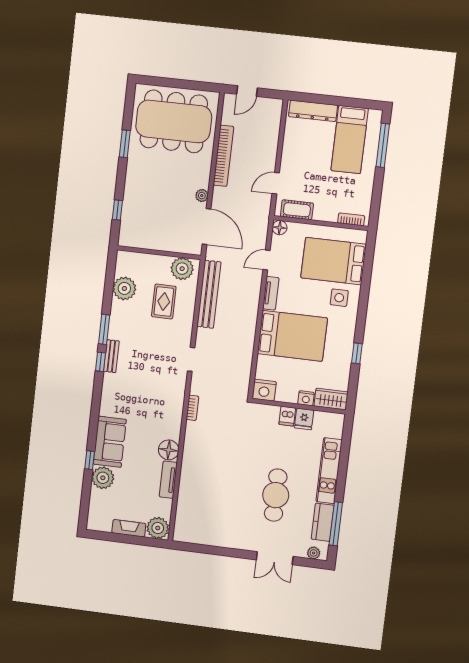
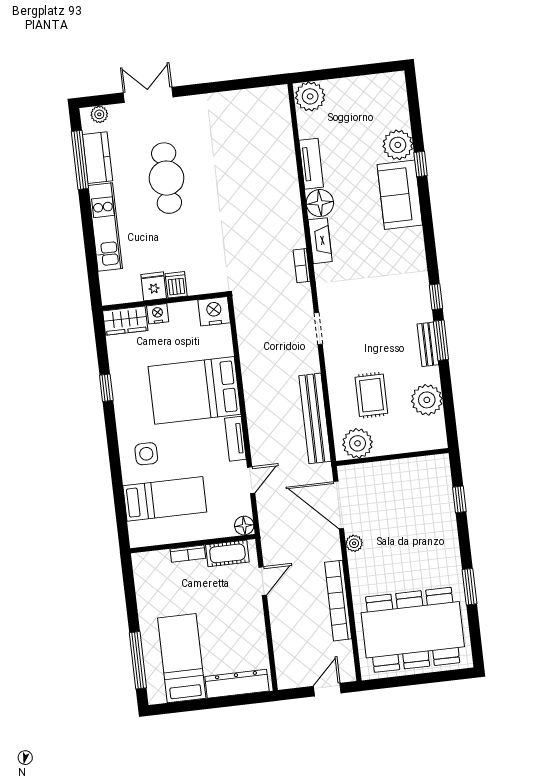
bookcase: (351, 219) -> (188, 554), moved
bed: (334, 261) -> (165, 499), width x0.67
bench: (111, 356) -> (428, 344), moved
fireplace: (129, 528) -> (320, 241), moved, turned -90

